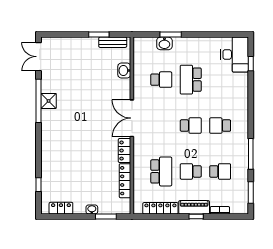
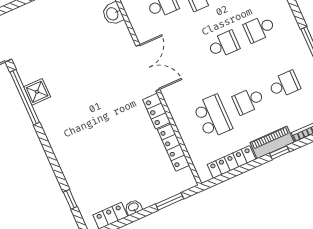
double door: (132, 118) -> (148, 68), swing flipped
washbasin: (92, 209) -> (133, 207), moved

